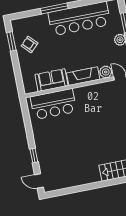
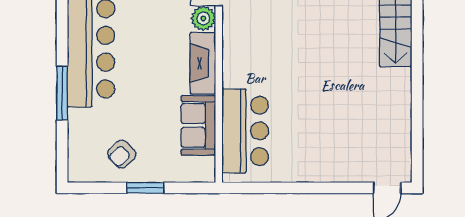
window: (11, 41) -> (145, 188), moved
window: (34, 156) -> (336, 188), removed

